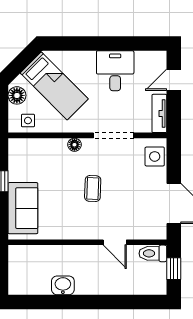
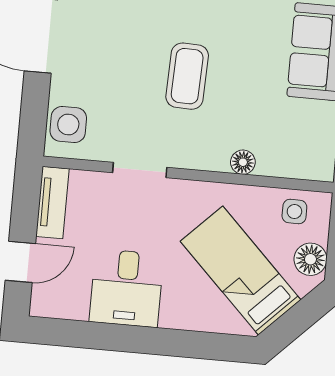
doorway: (114, 135) -> (140, 170), width x0.73
floor lamp: (74, 145) -> (243, 162), moved
coffee table: (93, 189) -> (187, 76), width x1.36, depth x1.30

